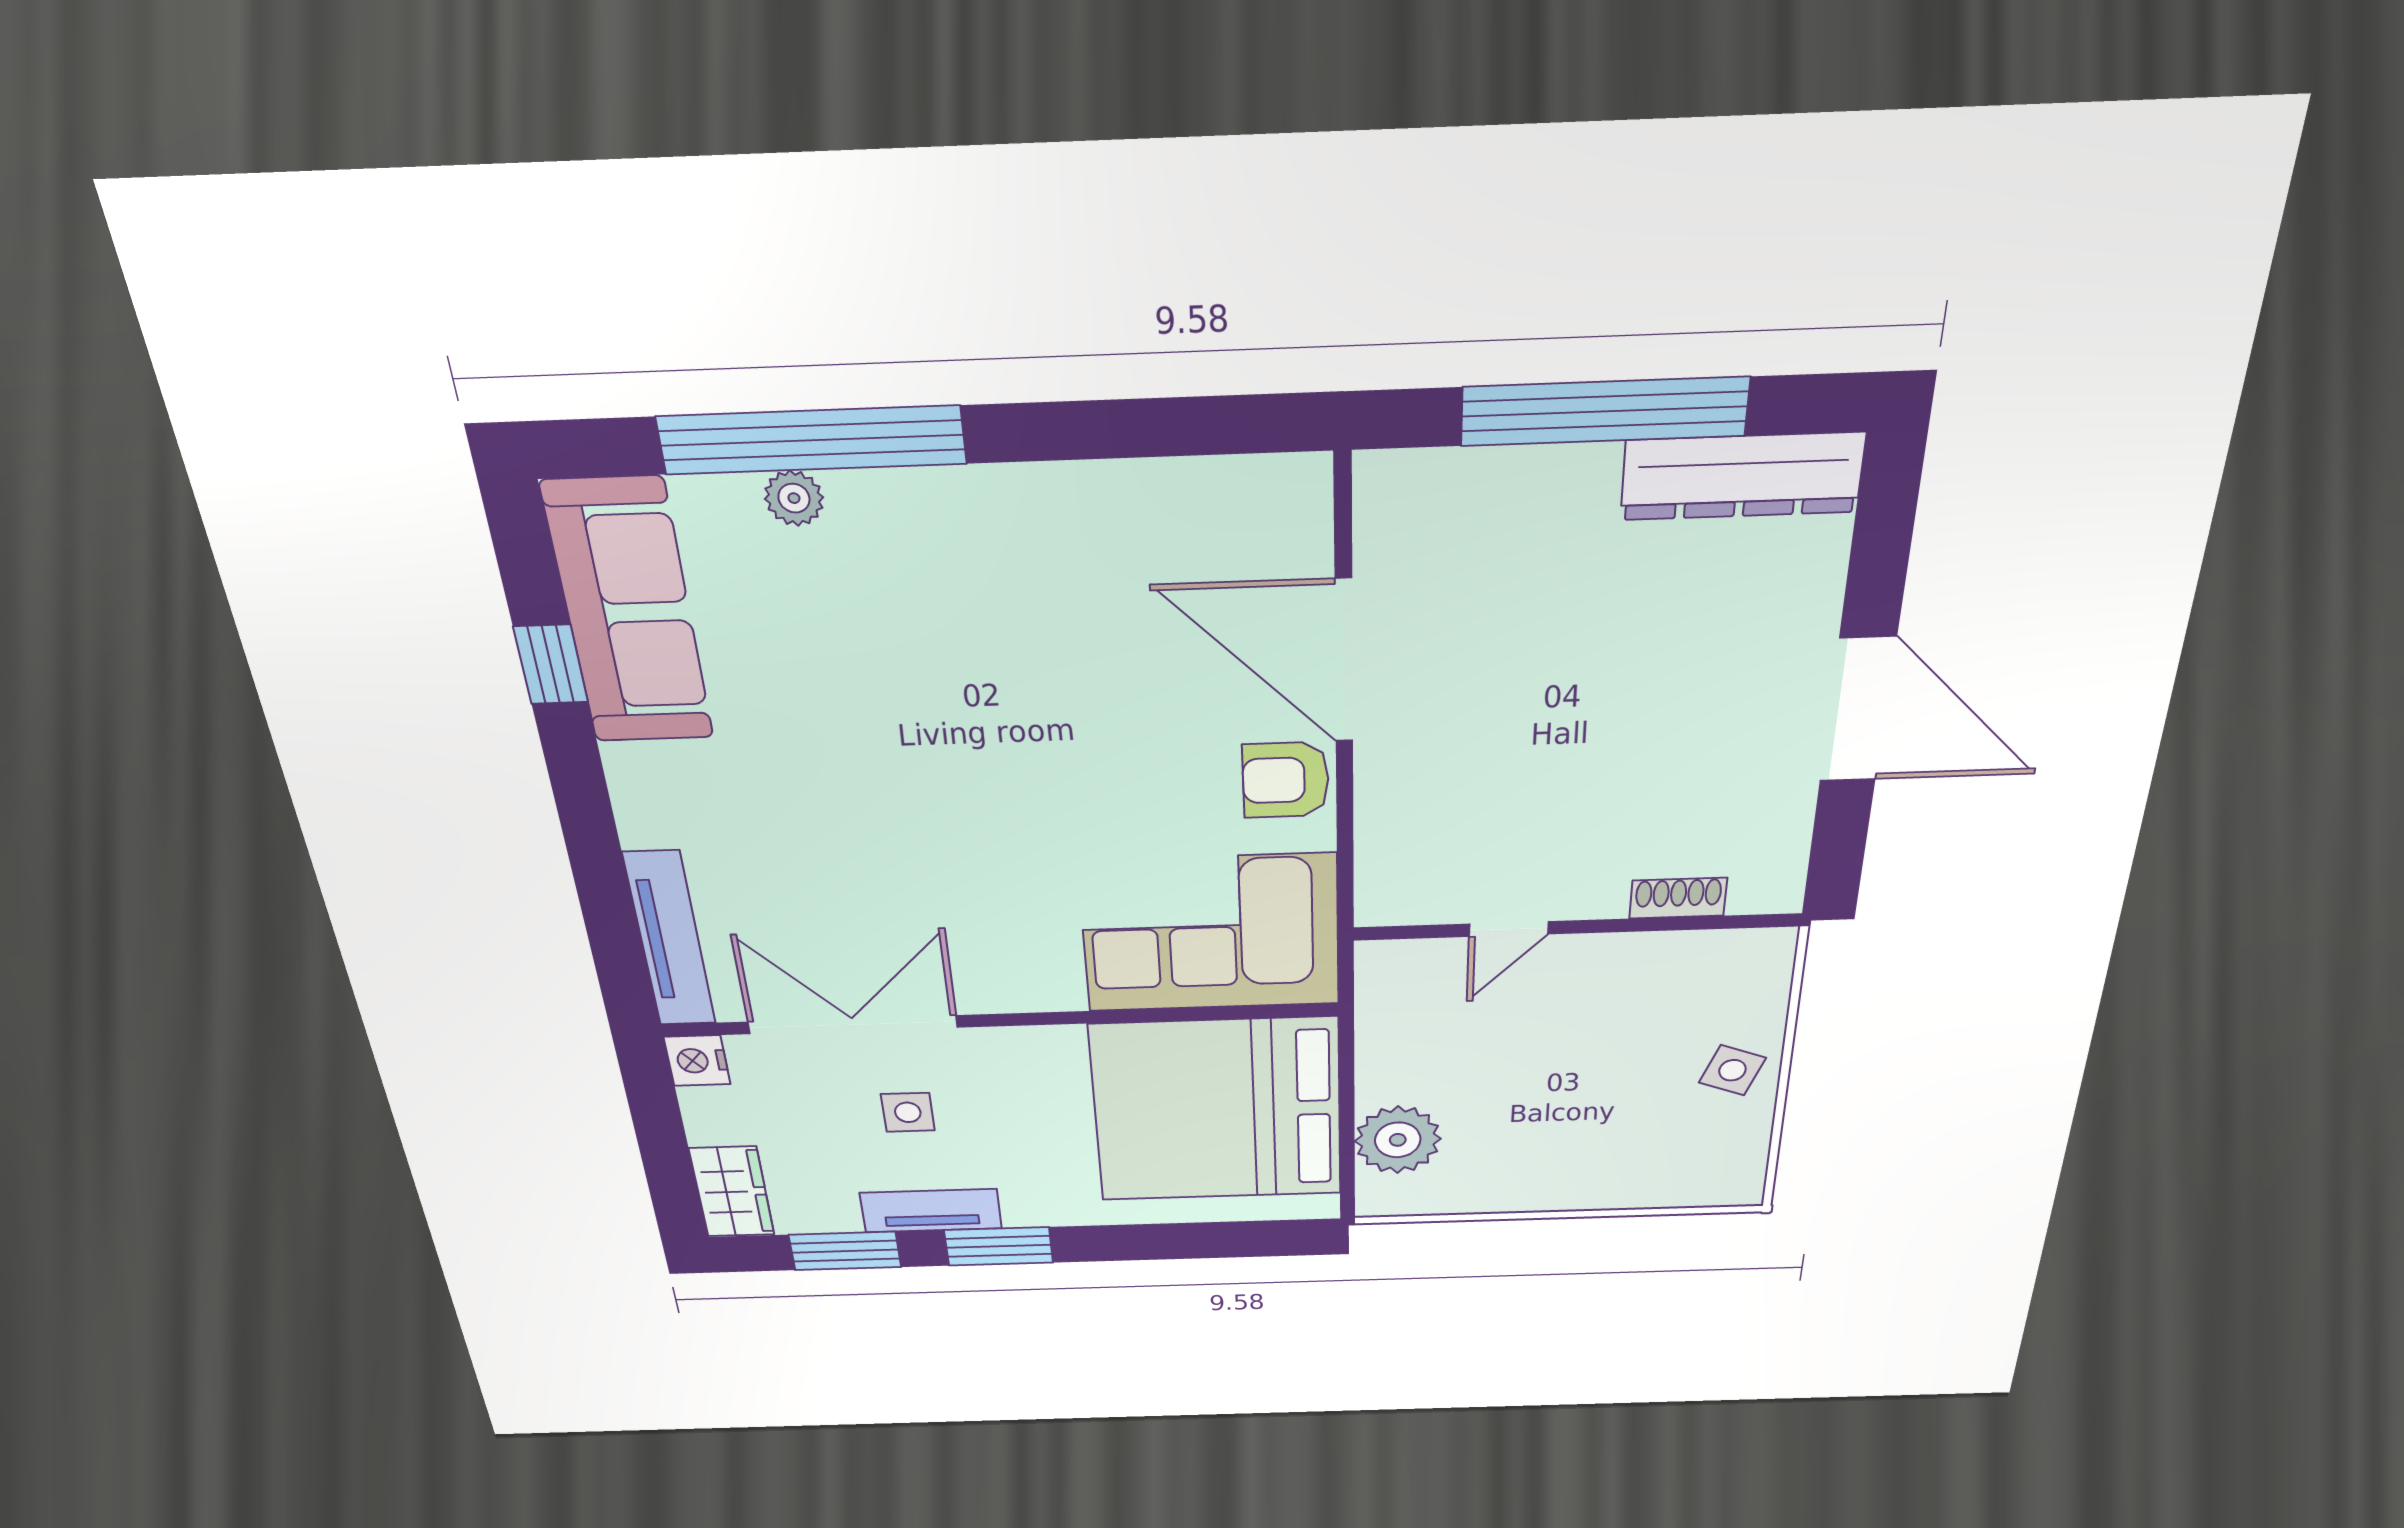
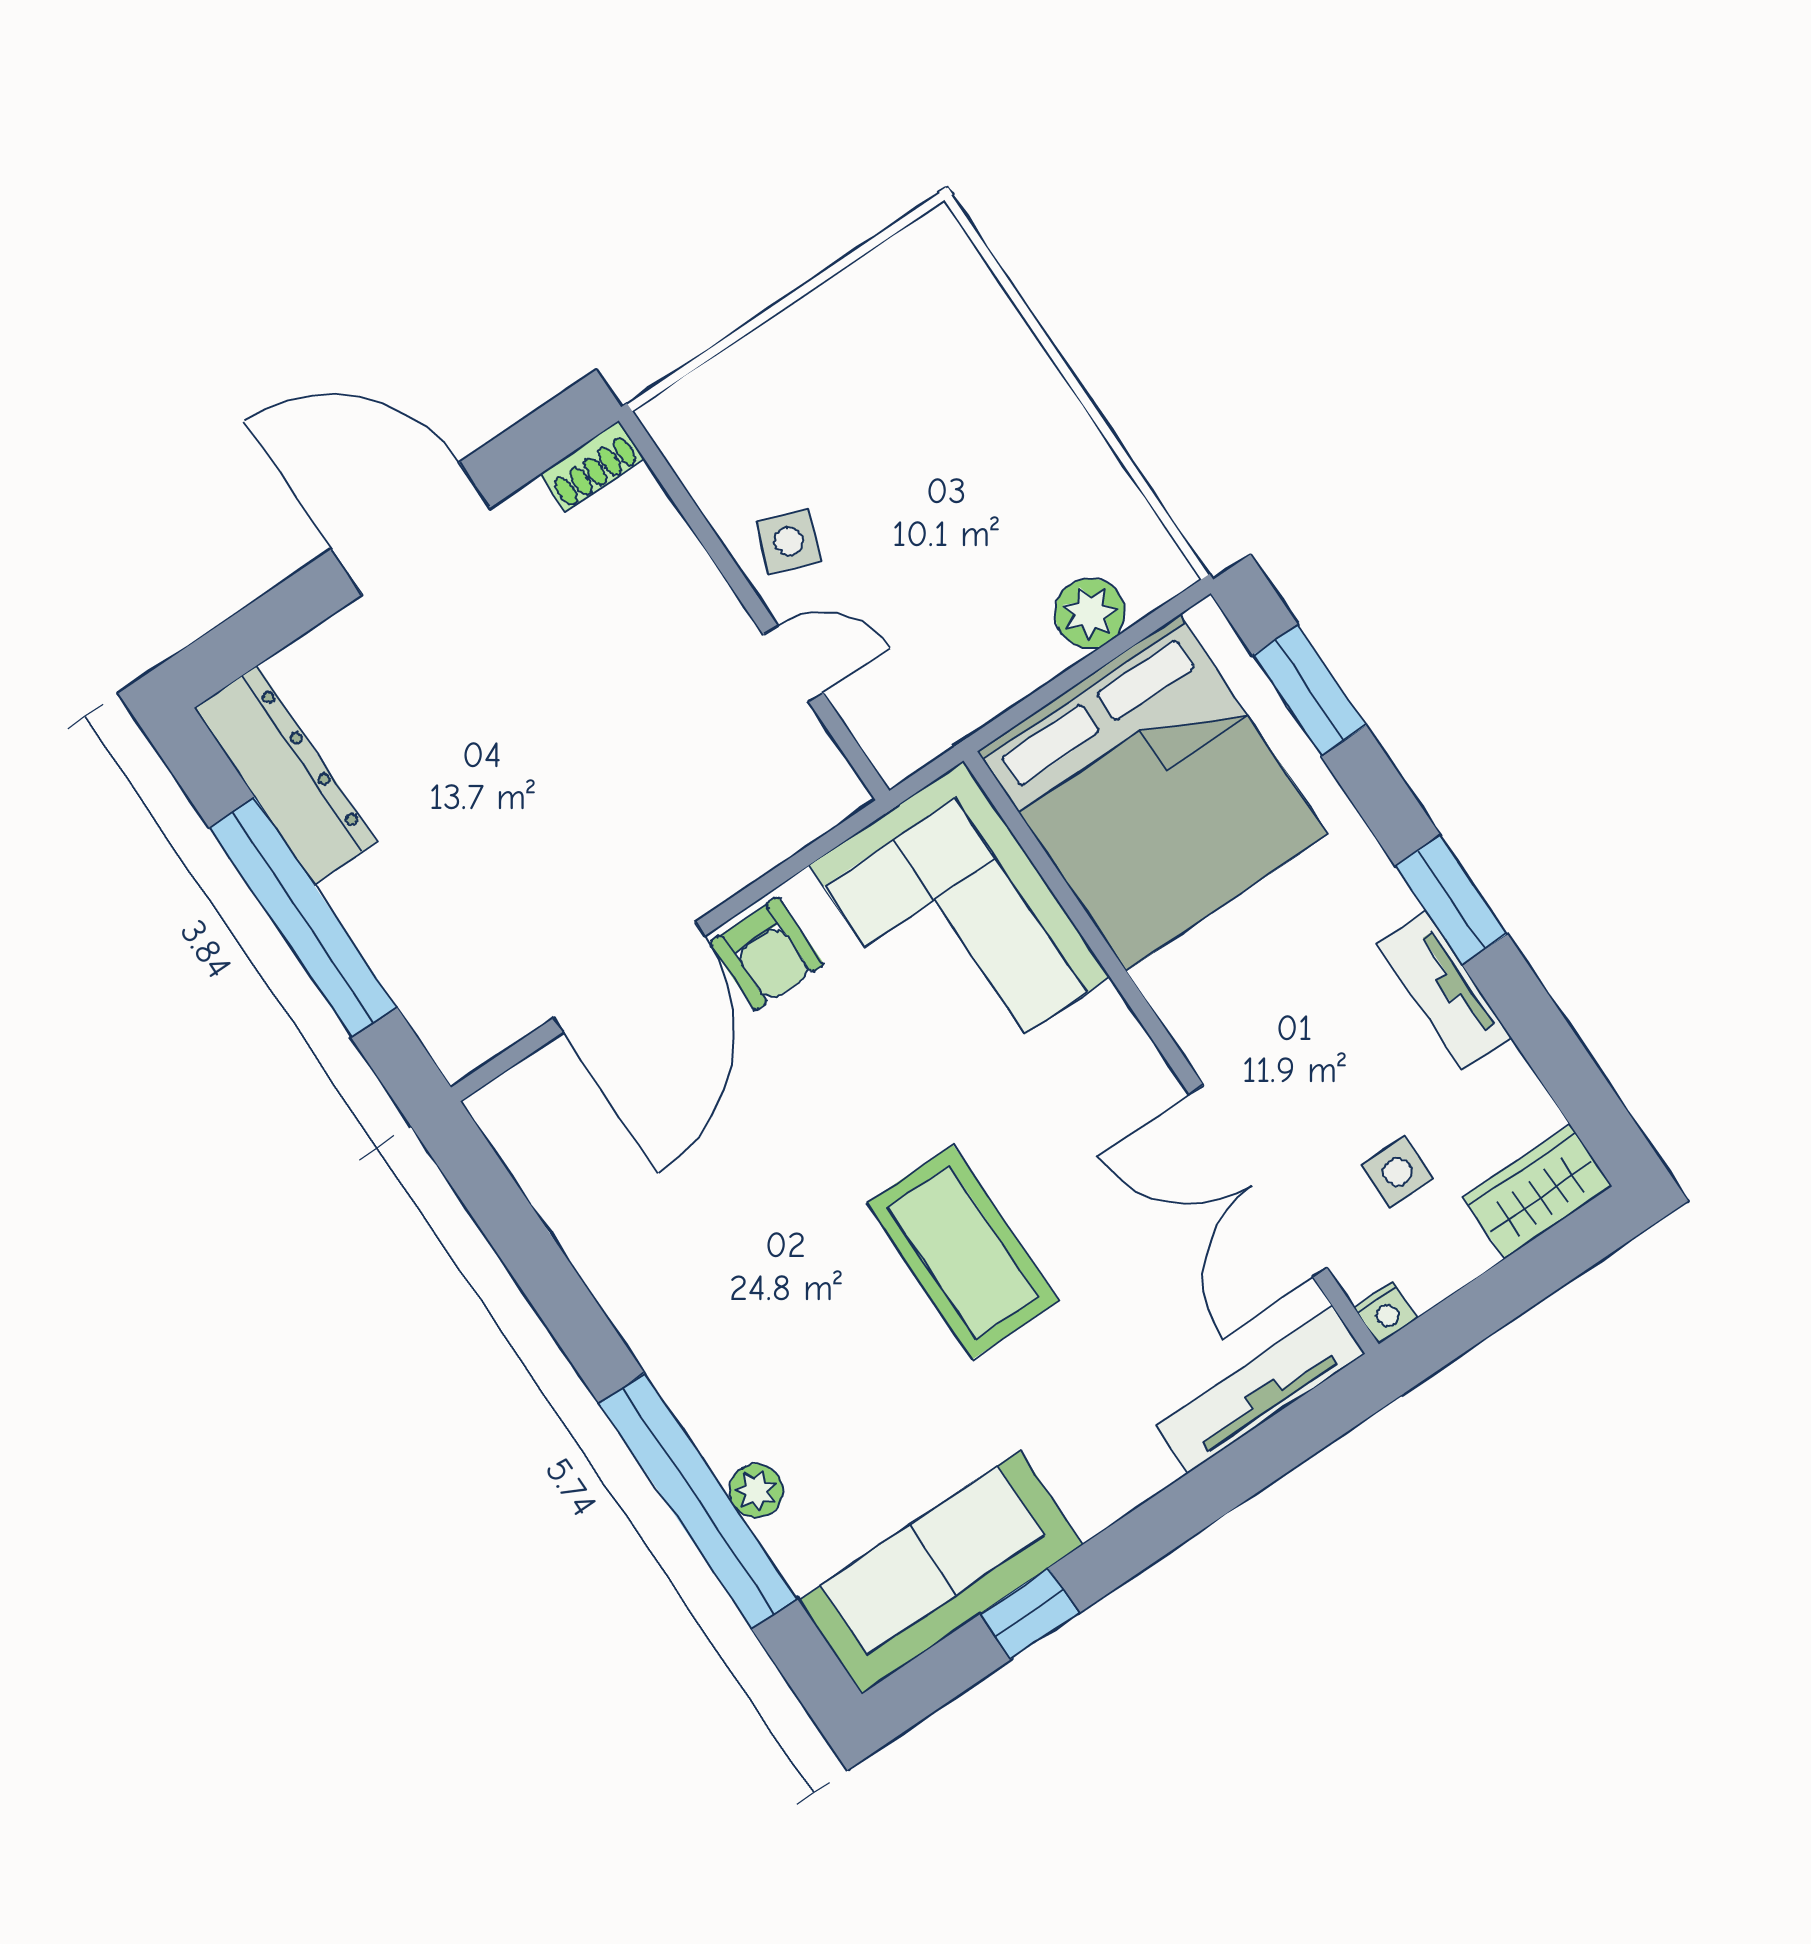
door: (1858, 710) -> (410, 528), hinge flipped
coffee table: (923, 788) -> (963, 1252), added
shoe rack: (1678, 898) -> (592, 466), moved, turned -90
nightstand: (697, 1061) -> (1386, 1313), width x0.72, depth x0.74
side table: (1732, 1070) -> (789, 541), moved
side table: (908, 1112) -> (1397, 1172), moved
plant: (1398, 1140) -> (1090, 613), width x0.73, depth x0.73
window: (845, 1251) -> (1309, 690), moved

